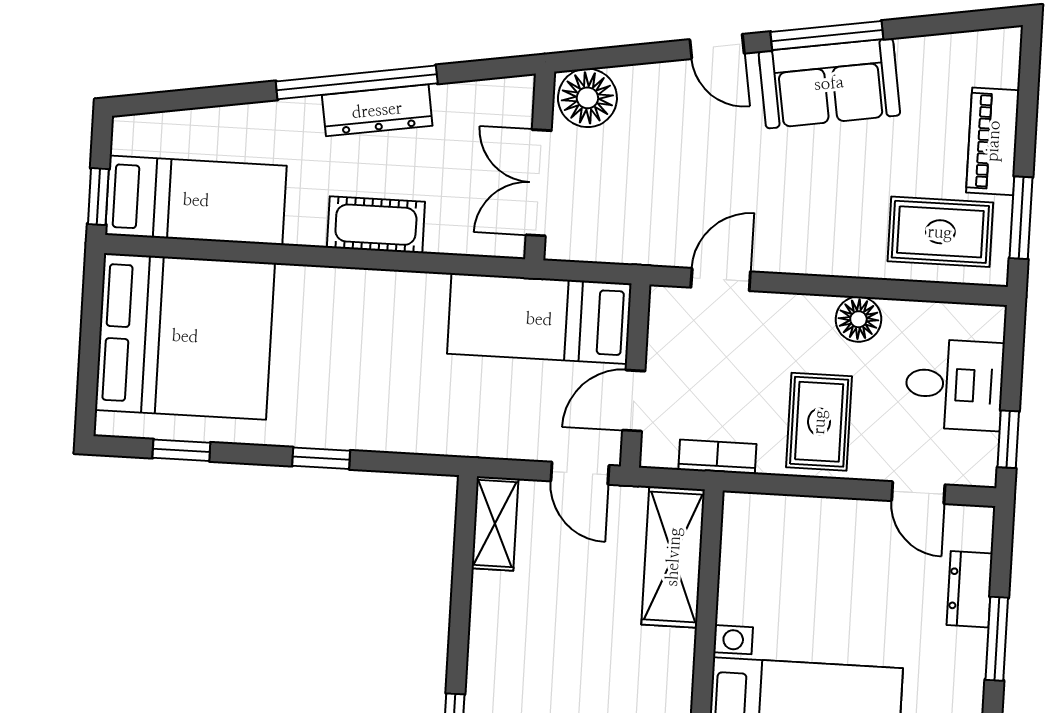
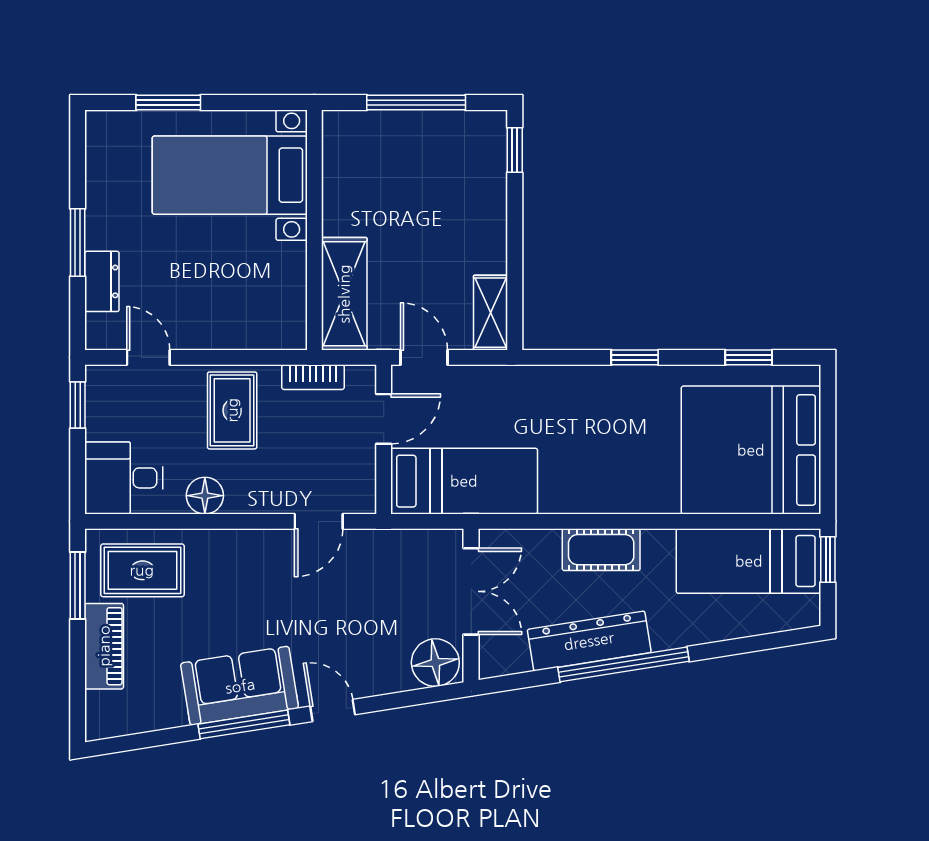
dresser: (377, 110) -> (589, 641), width x1.37, depth x1.24
desk: (954, 385) -> (124, 478), moved

